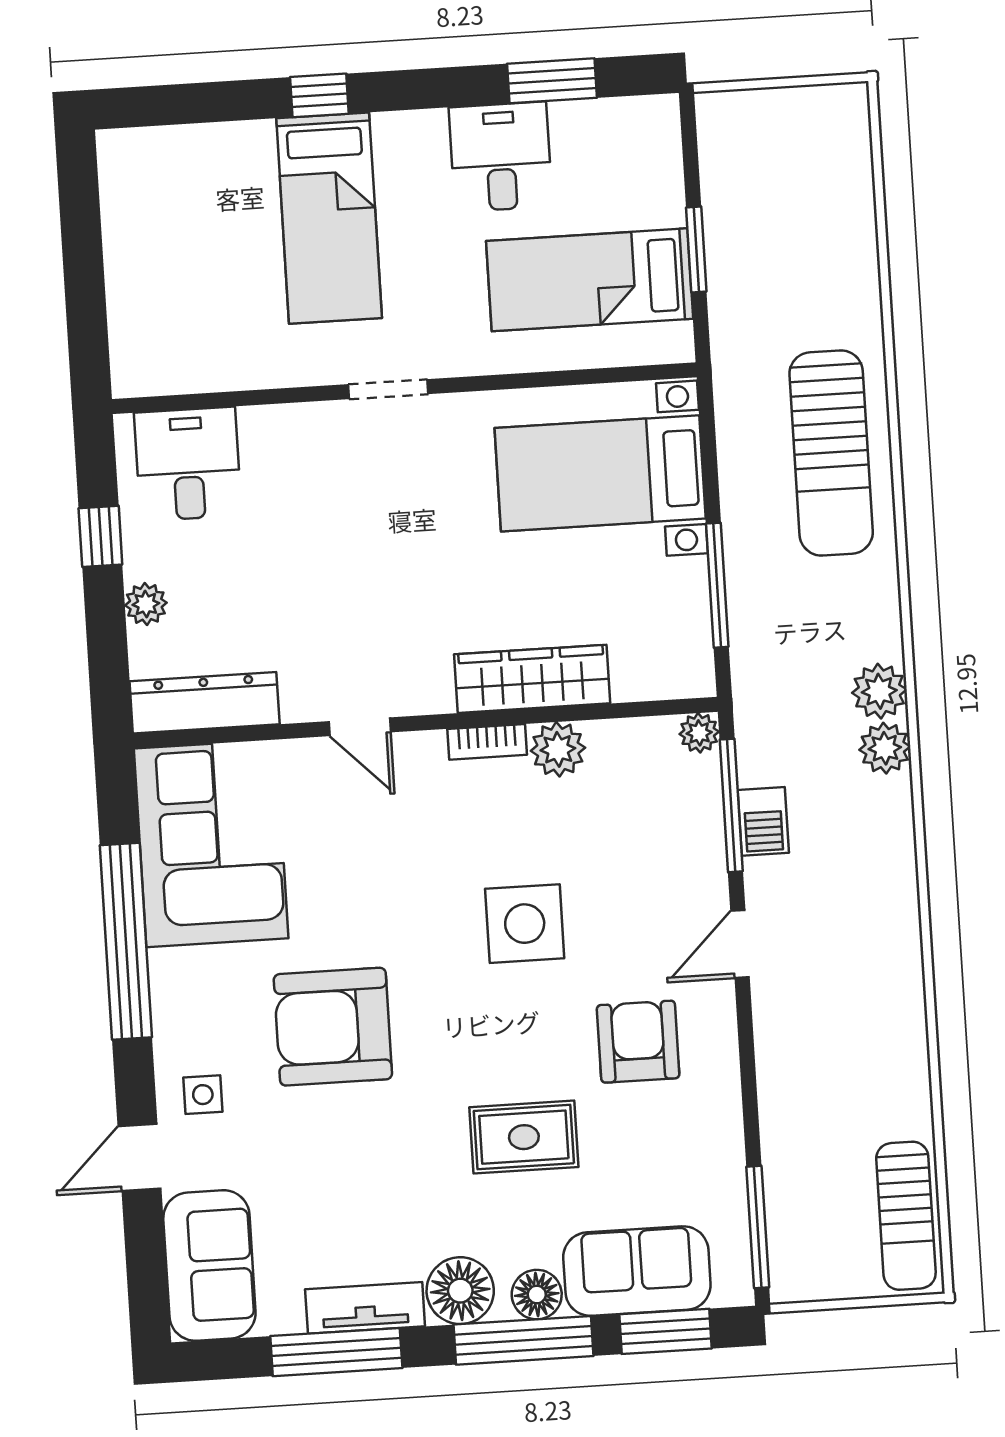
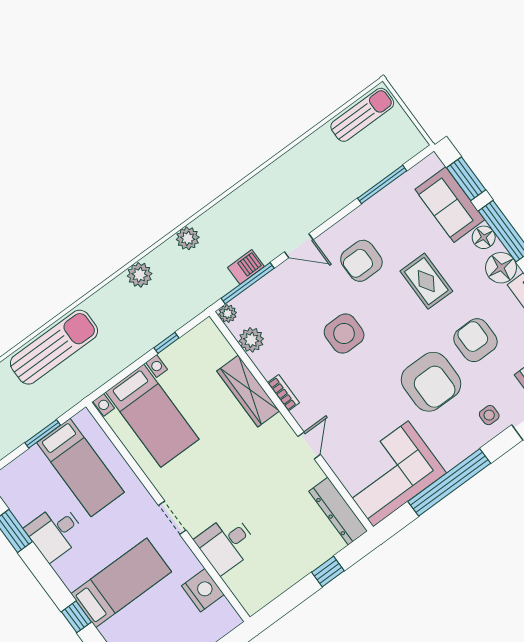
nightstand: (219, 360) -> (203, 590), added
sun lounger: (831, 453) -> (54, 347), moved
desk: (188, 464) -> (226, 544), moved
window: (100, 536) -> (328, 572), moved
window: (717, 585) -> (166, 343), width x0.46
plant: (146, 604) -> (315, 558), removed
plant: (879, 691) -> (140, 275), moved
plant: (558, 749) -> (251, 340), moved
armchair: (357, 1158) -> (475, 340), added
window: (758, 1227) -> (382, 184), moved

